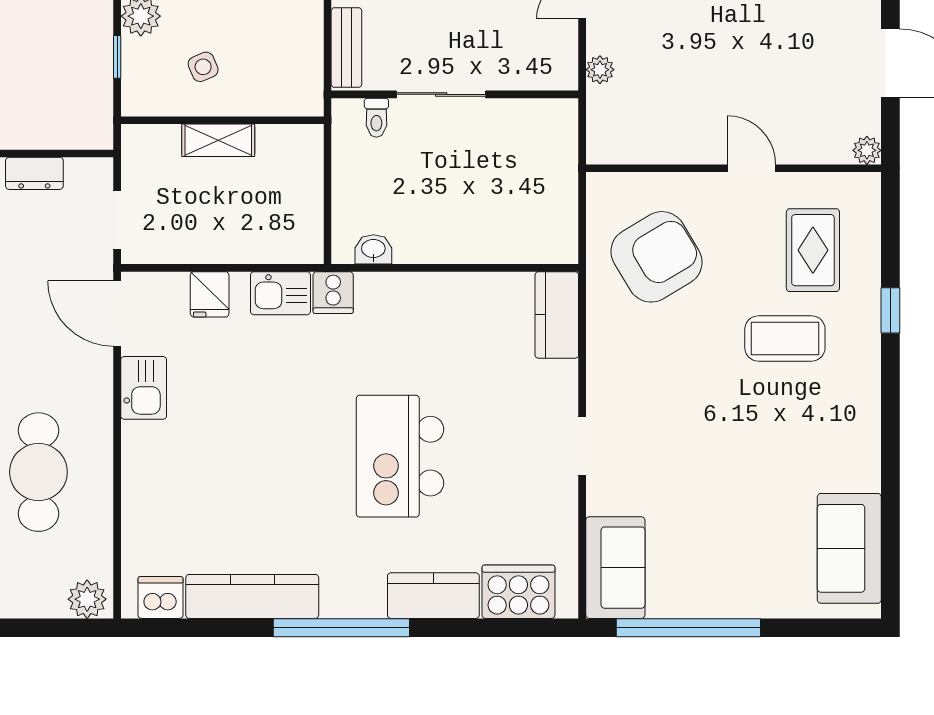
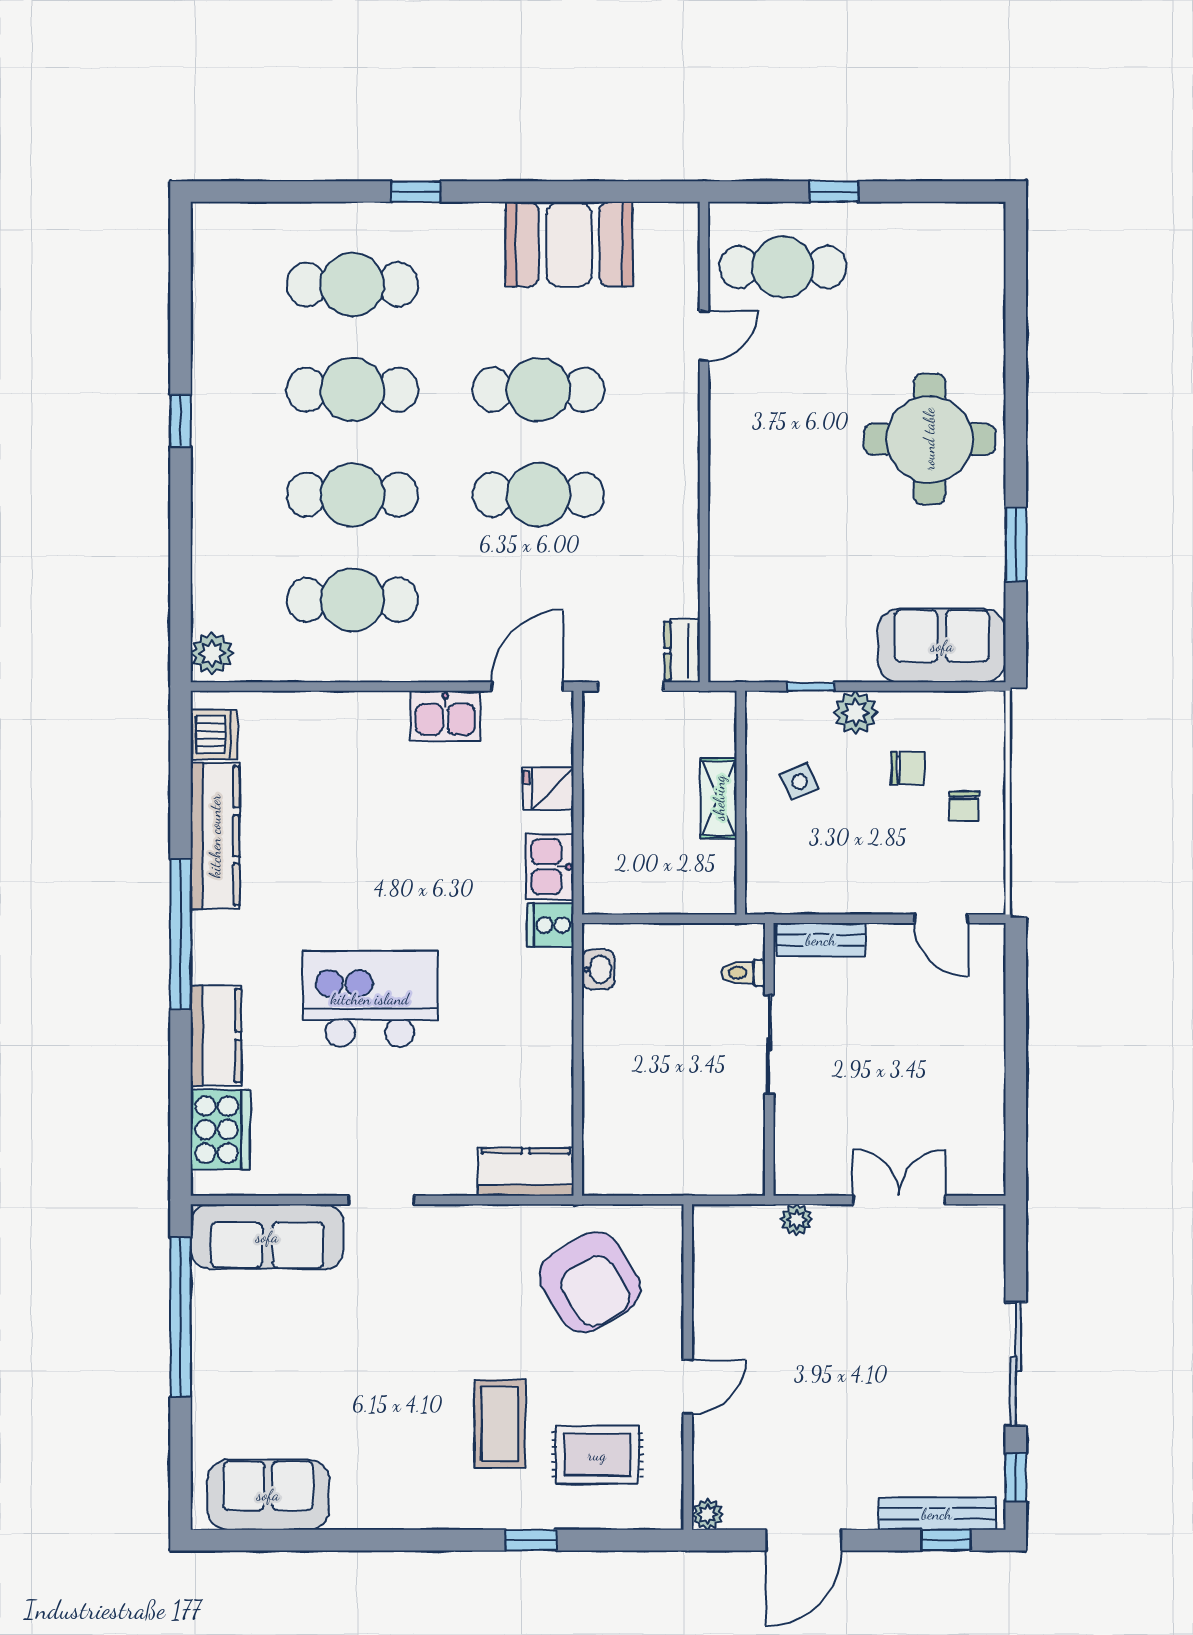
dresser: (34, 173) -> (682, 651), moved
sofa: (615, 568) -> (267, 1237), width x1.36

